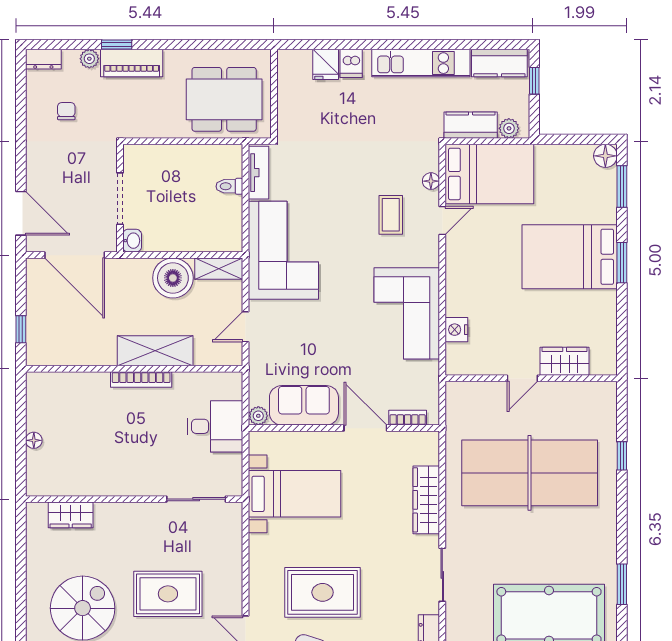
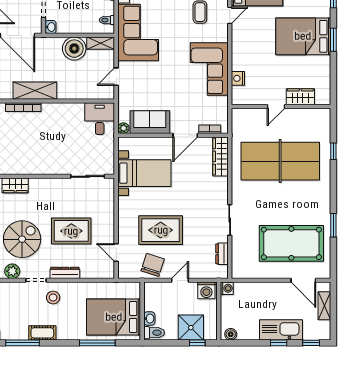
toilet: (230, 229) -> (107, 20), added
shelving: (155, 351) -> (35, 91), moved
bookcase: (141, 379) -> (23, 107), moved
desk: (215, 426) -> (100, 119), moved, turned -90
door: (365, 428) -> (185, 135), swing flipped
wardrobe: (426, 500) -> (221, 156), moved

